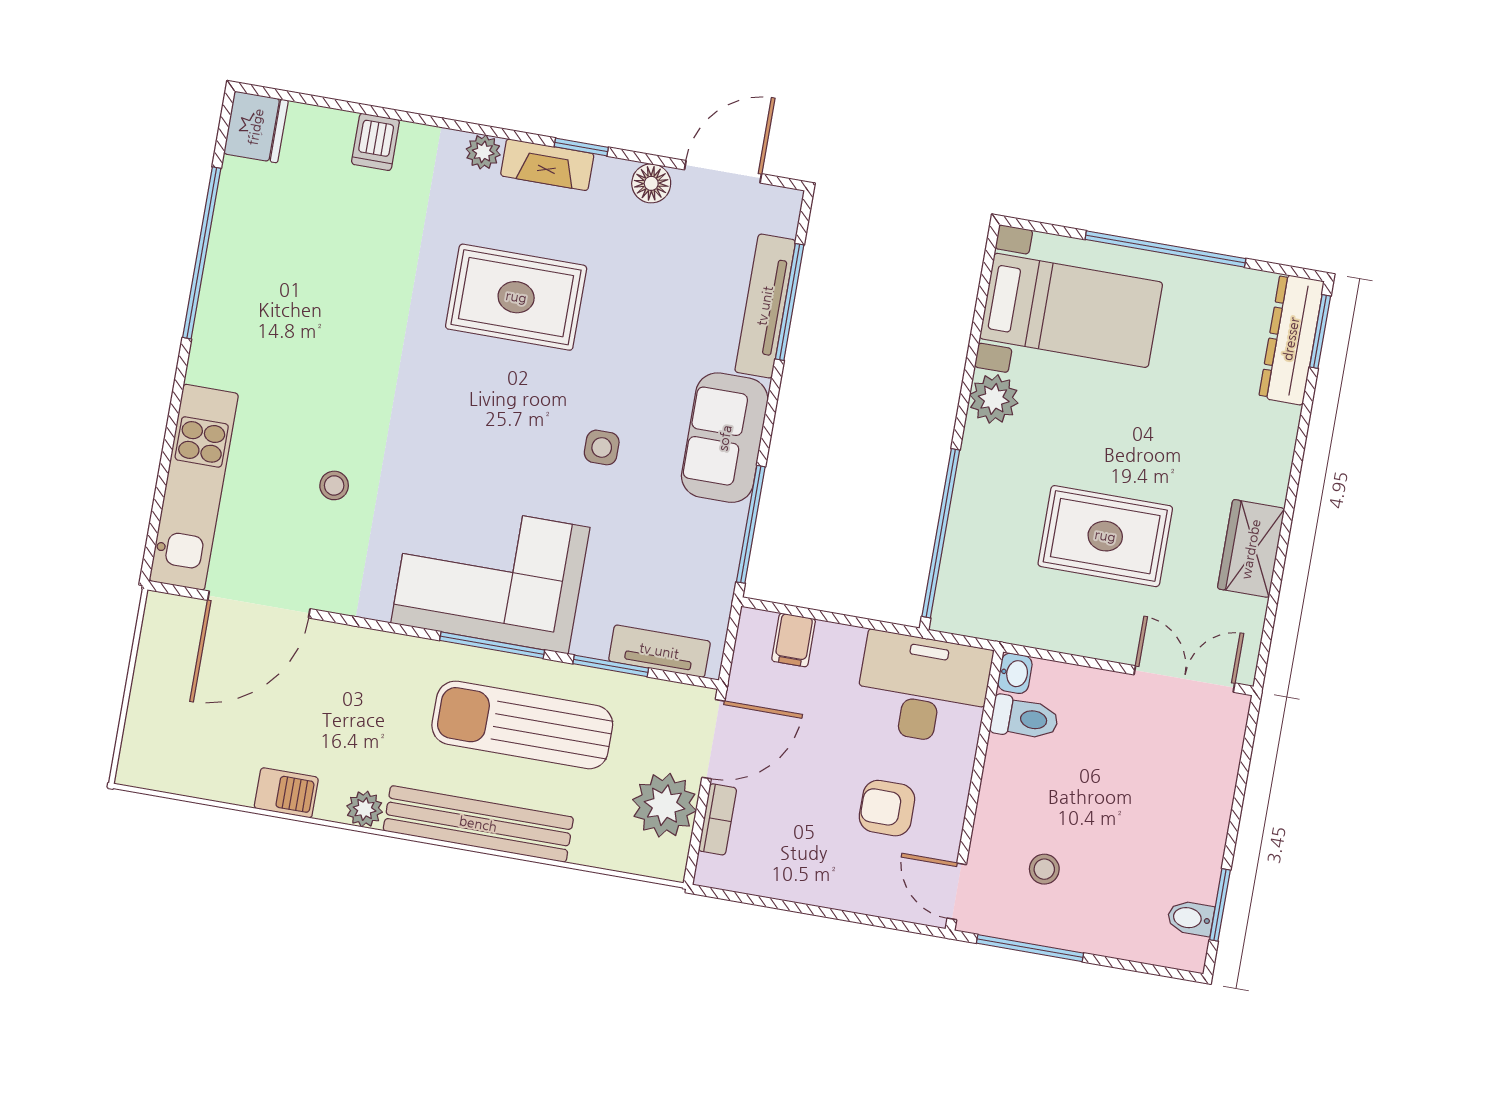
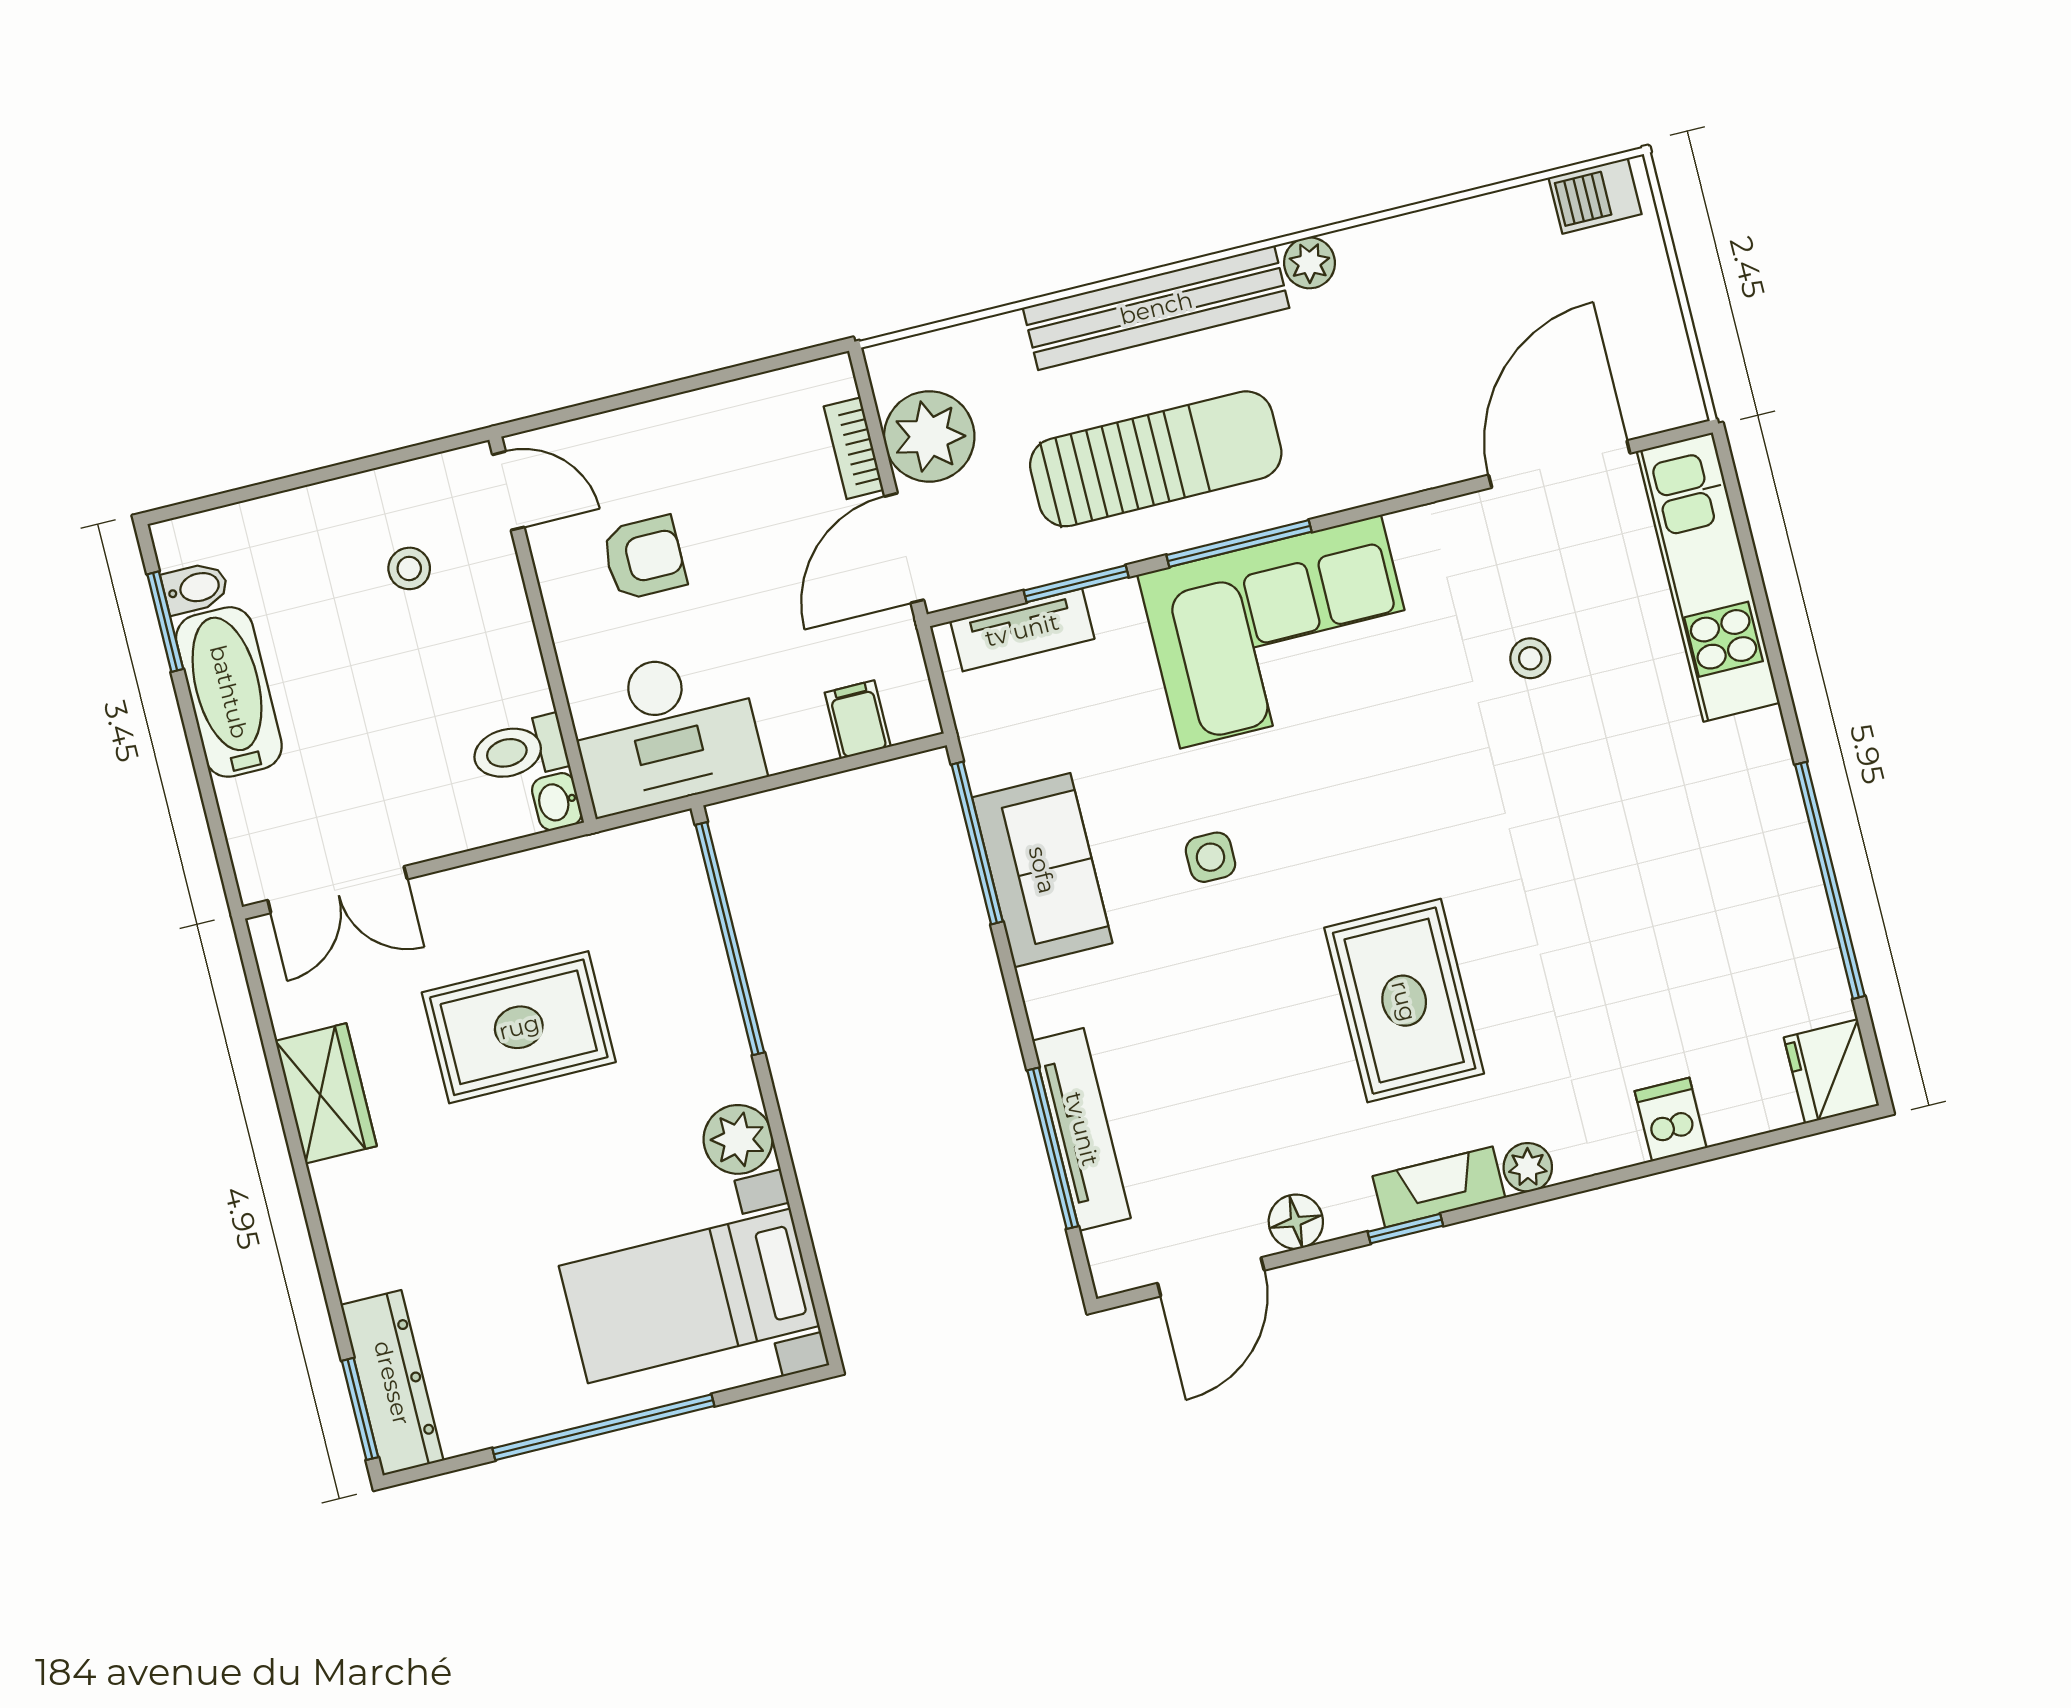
rug: (516, 297) -> (1404, 1001), turned 90
sofa: (725, 438) -> (1042, 870), moved
barbecue: (286, 793) -> (1595, 196), moved
bathtub: (1198, 840) -> (229, 692), added
window: (1030, 948) -> (383, 460), removed

